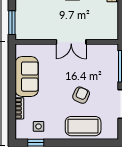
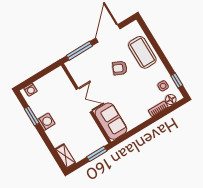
sofa: (27, 77) -> (111, 121), moved, turned 90
floor lamp: (21, 126) -> (171, 100), added

